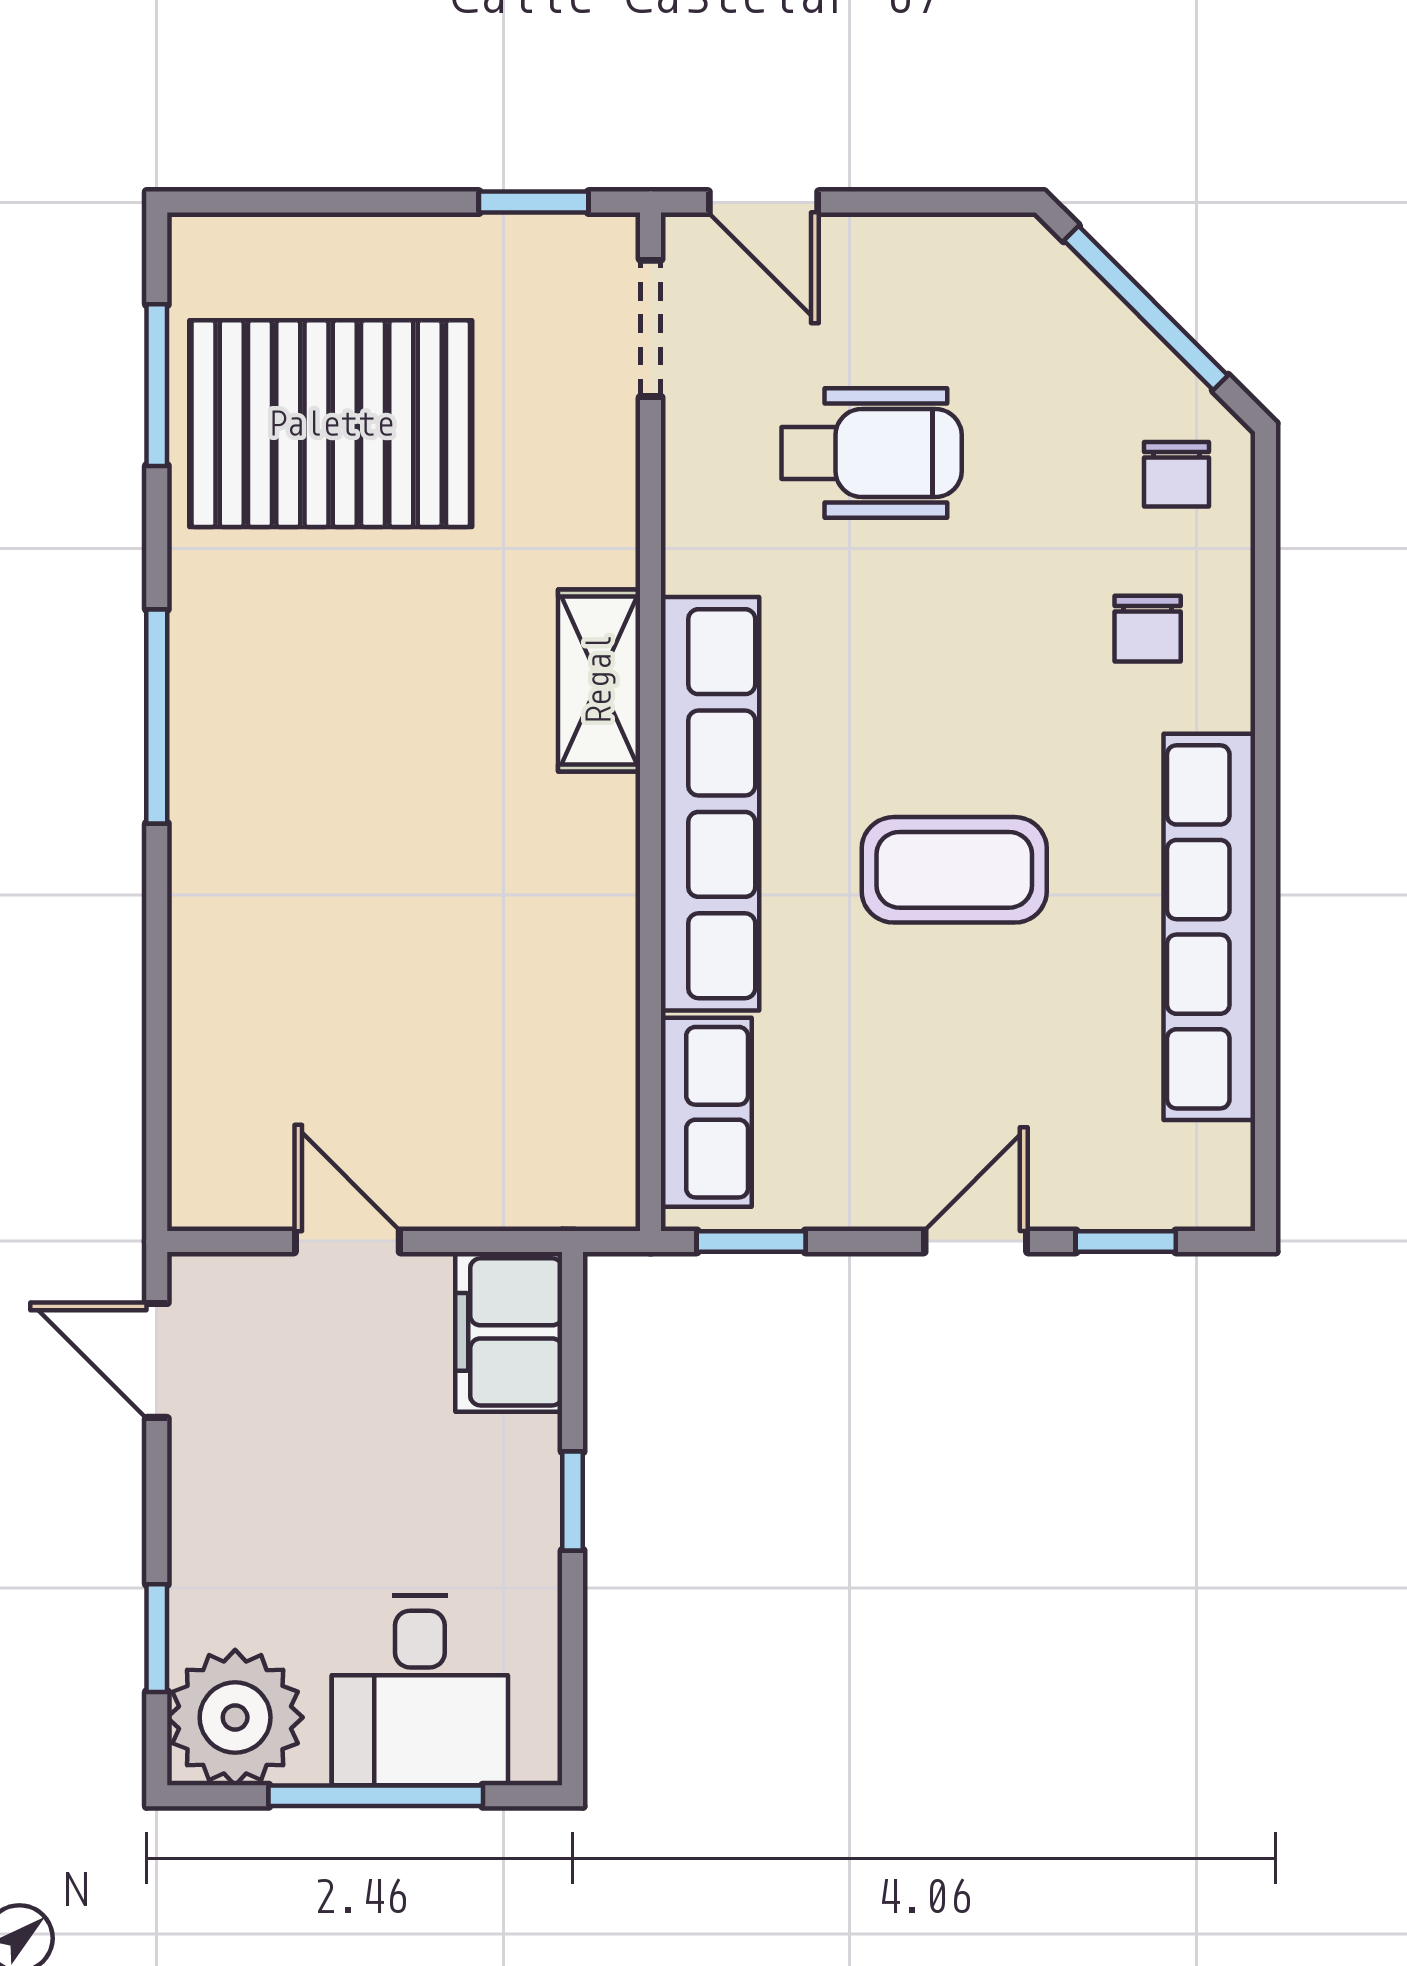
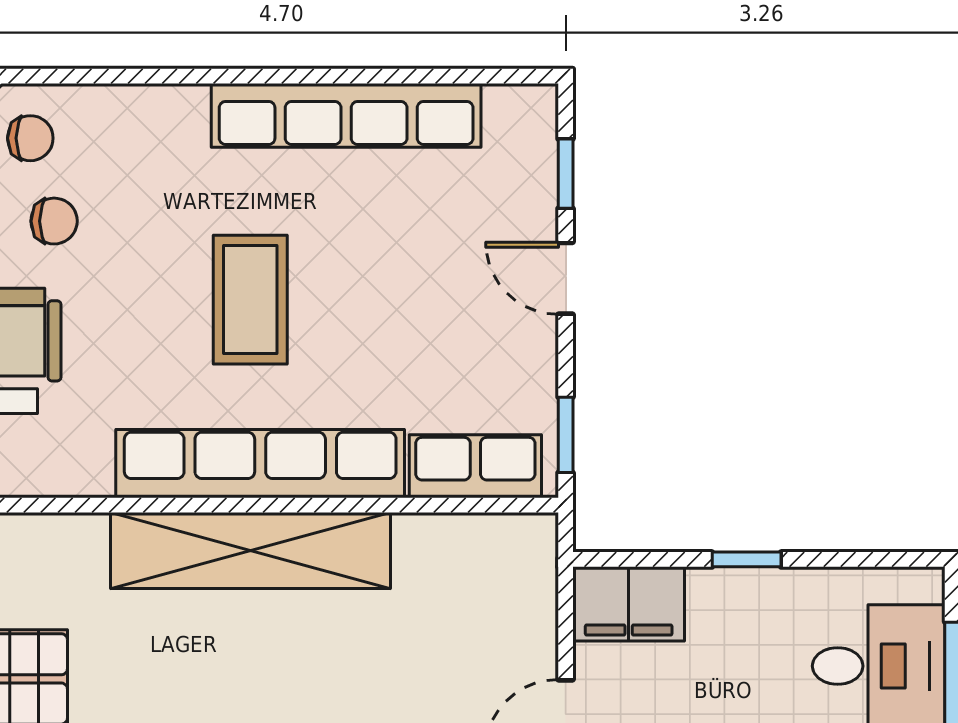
chair: (1148, 629) -> (54, 221), moved
shelving: (599, 680) -> (250, 550), width x2.20, depth x1.33
coffee table: (954, 870) -> (250, 300), moved

